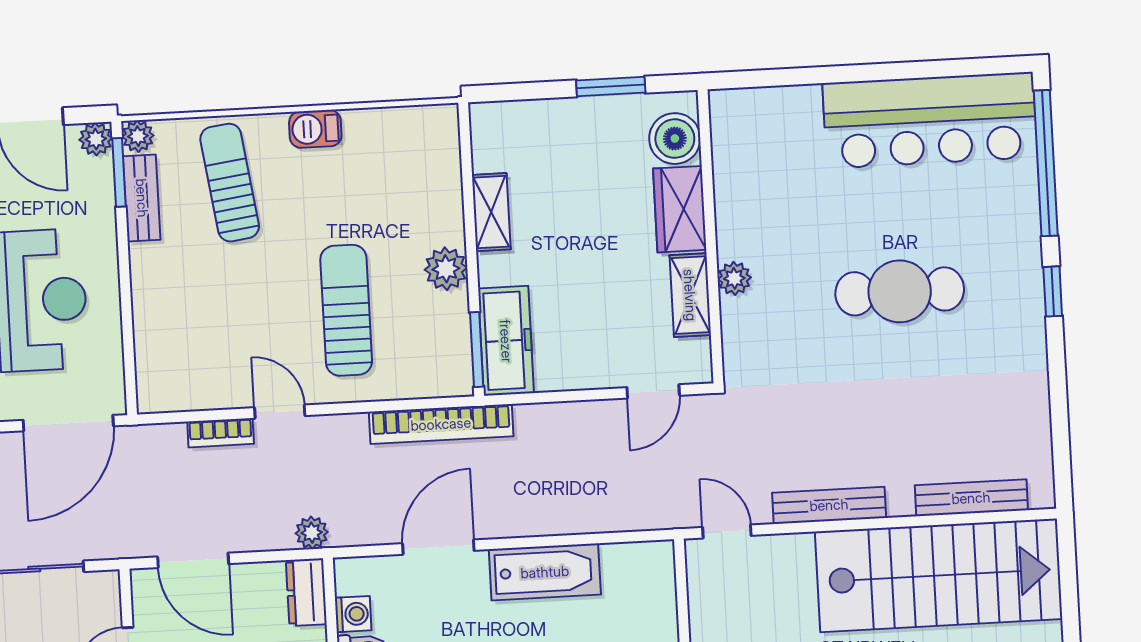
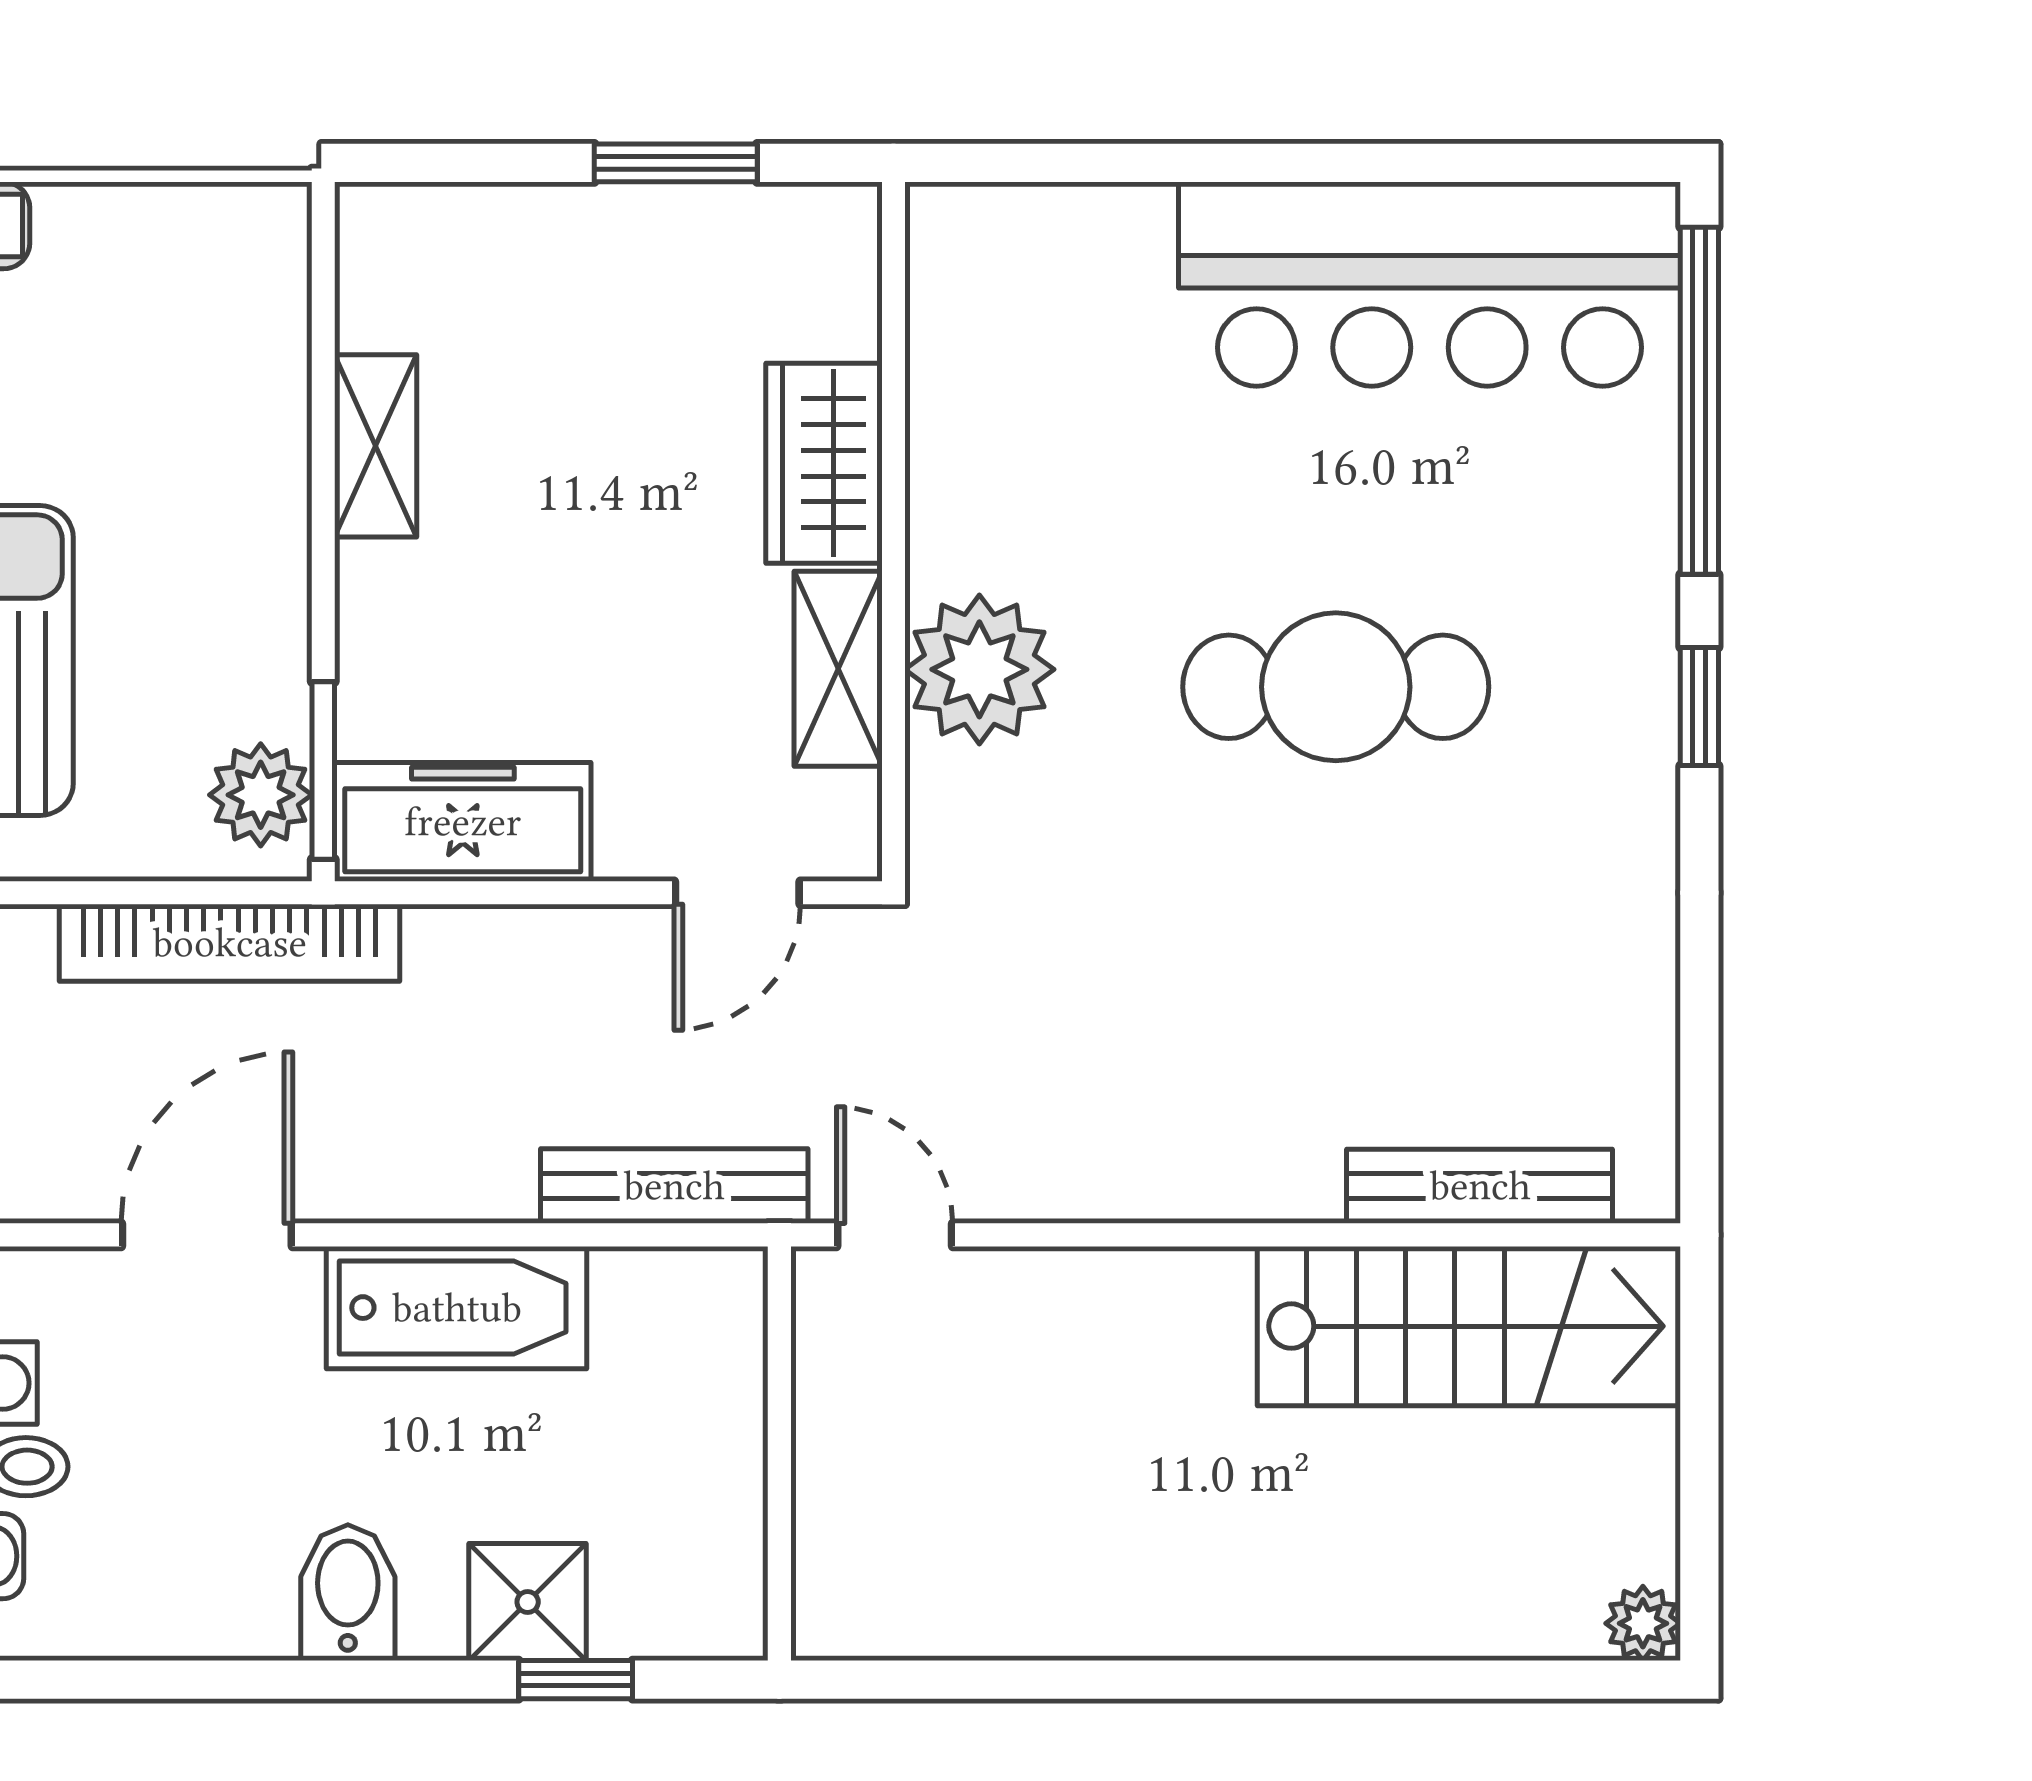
boiler: (675, 139) -> (821, 295), removed
plant: (446, 269) -> (261, 795), moved
plant: (734, 278) -> (979, 669), width x1.87, depth x1.87
freezer: (506, 341) -> (463, 822), moved, turned -90
bench: (829, 505) -> (674, 1186), moved
stairs: (939, 575) -> (1469, 1326), width x0.73, depth x0.66

